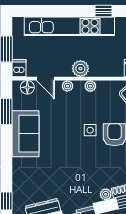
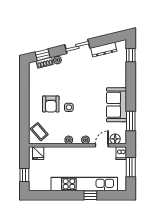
window: (103, 11) -> (90, 195), moved
plant: (80, 69) -> (76, 153), removed
door: (45, 79) -> (102, 145), hinge flipped

